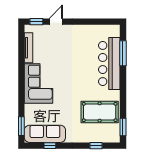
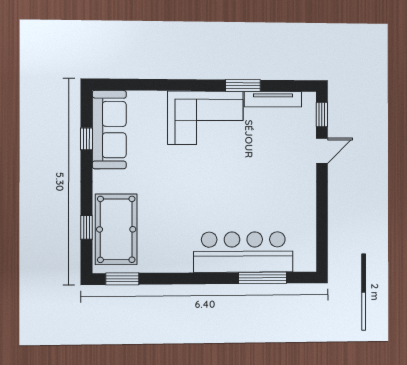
door: (56, 22) -> (322, 151), hinge flipped
pool table: (100, 112) -> (116, 229), moved
window: (21, 126) -> (243, 86), moved

